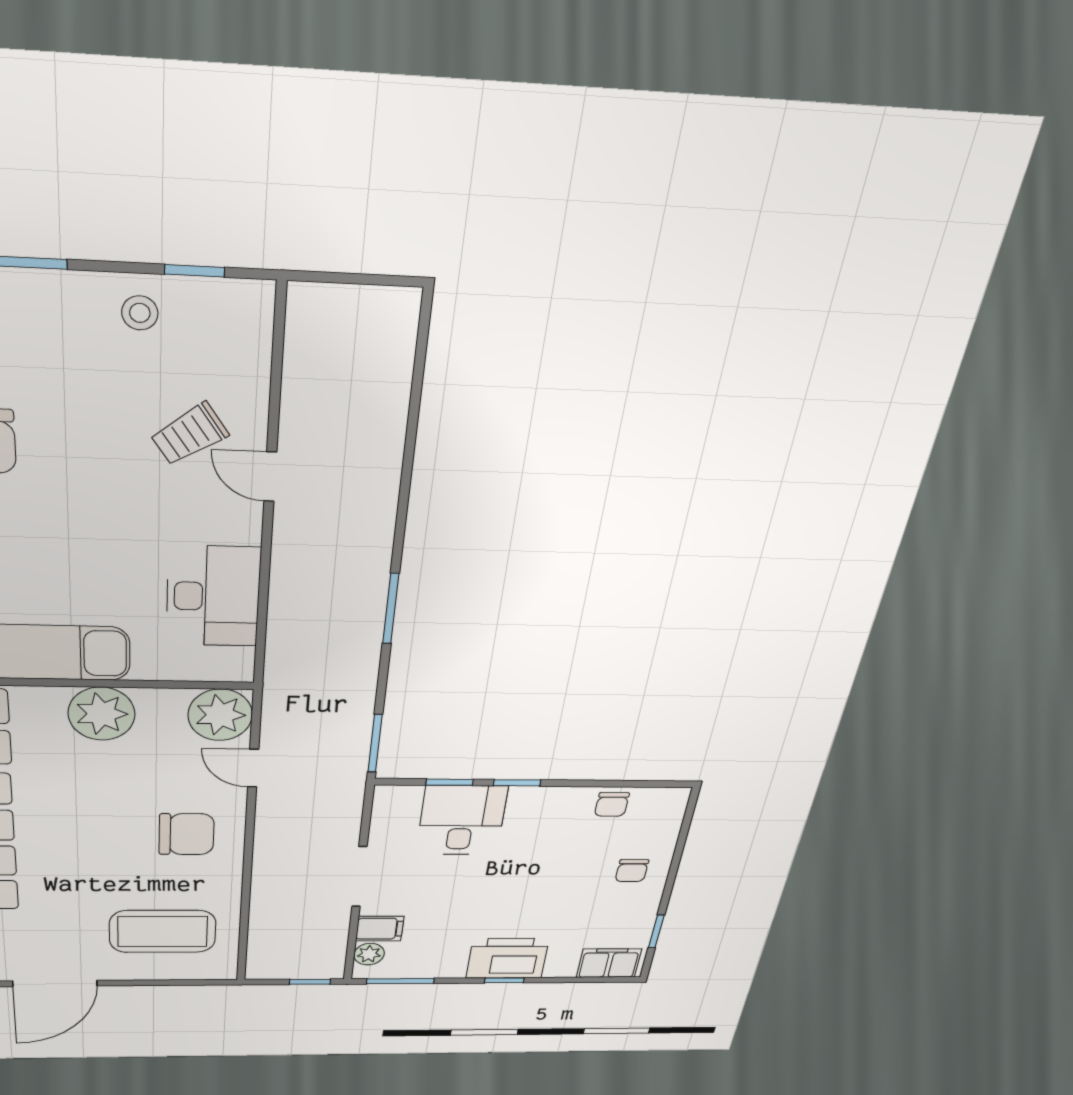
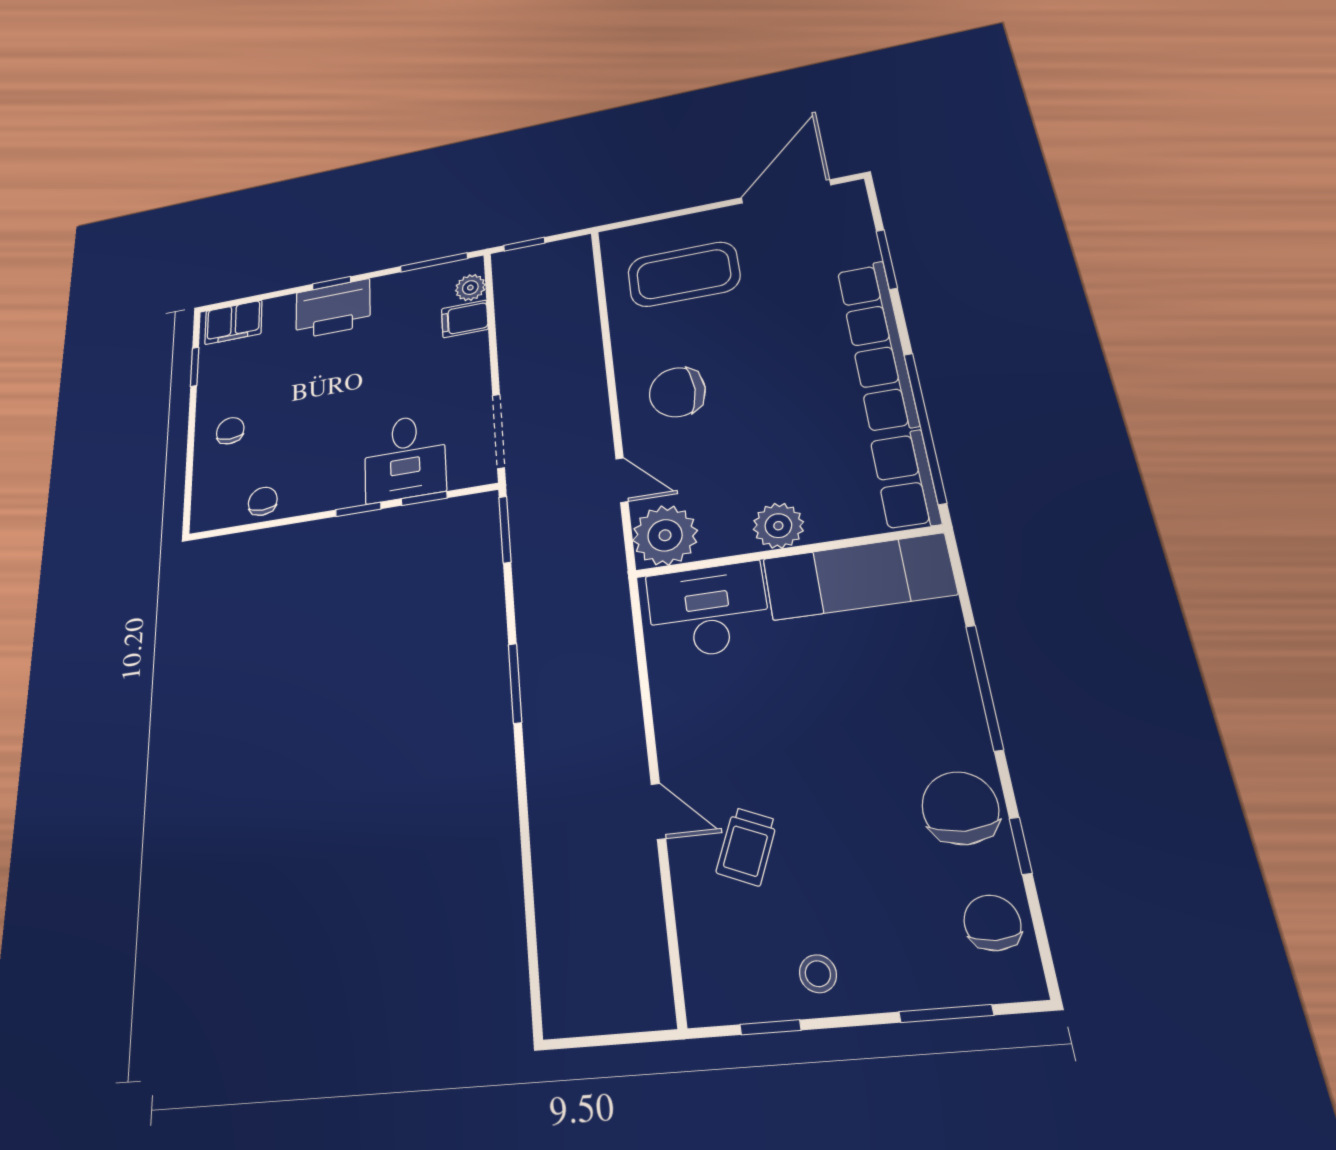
trolley: (189, 434) -> (747, 846), turned 147
desk: (213, 596) -> (708, 610), moved, turned 90
plant: (102, 714) -> (778, 526), width x0.73, depth x0.73
doorway: (359, 877) -> (499, 431), moved

